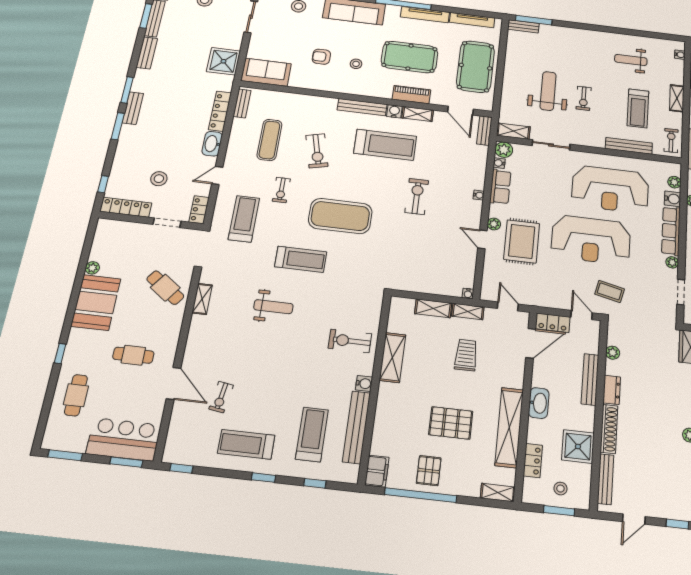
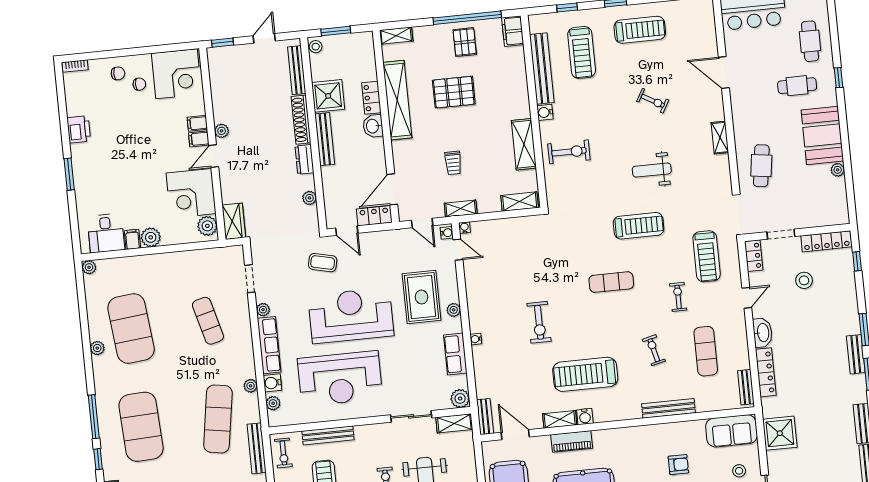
stool: (356, 64) -> (739, 471), moved
bench: (362, 107) -> (668, 408), moved
exercise bike: (317, 151) -> (654, 350), width x0.73, depth x0.72
water cooler: (499, 163) -> (447, 233), moved
reception desk: (610, 189) -> (340, 379), turned 180
exercise mat: (340, 216) -> (611, 282), width x0.50, depth x0.69
door: (482, 239) -> (458, 250), moved
treadmill: (301, 259) -> (639, 226), turned 180
cafe table: (165, 288) -> (761, 166), turned 62
shelving: (202, 299) -> (720, 138), moved
shelving: (433, 308) -> (520, 202), moved
cafe table: (133, 355) -> (797, 86), moved
trolley: (466, 355) -> (453, 163), width x0.73, depth x0.72
bench: (590, 379) -> (325, 139), moved
exercise bike: (221, 397) -> (653, 101), moved, turned 111
washbasin: (539, 403) -> (373, 126), width x0.72
locker: (533, 461) -> (371, 98), moved
stool: (560, 489) -> (316, 47), moved

